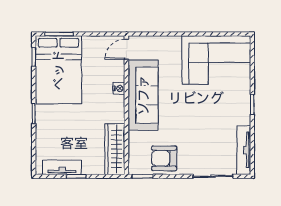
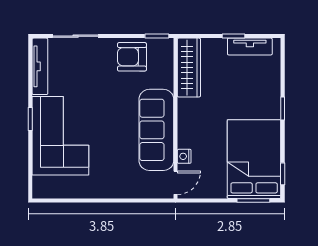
corner sofa: (216, 60) -> (60, 136), moved, turned 90
nightstand: (119, 88) -> (184, 156), moved
armchair: (164, 158) -> (132, 57), turned 180

